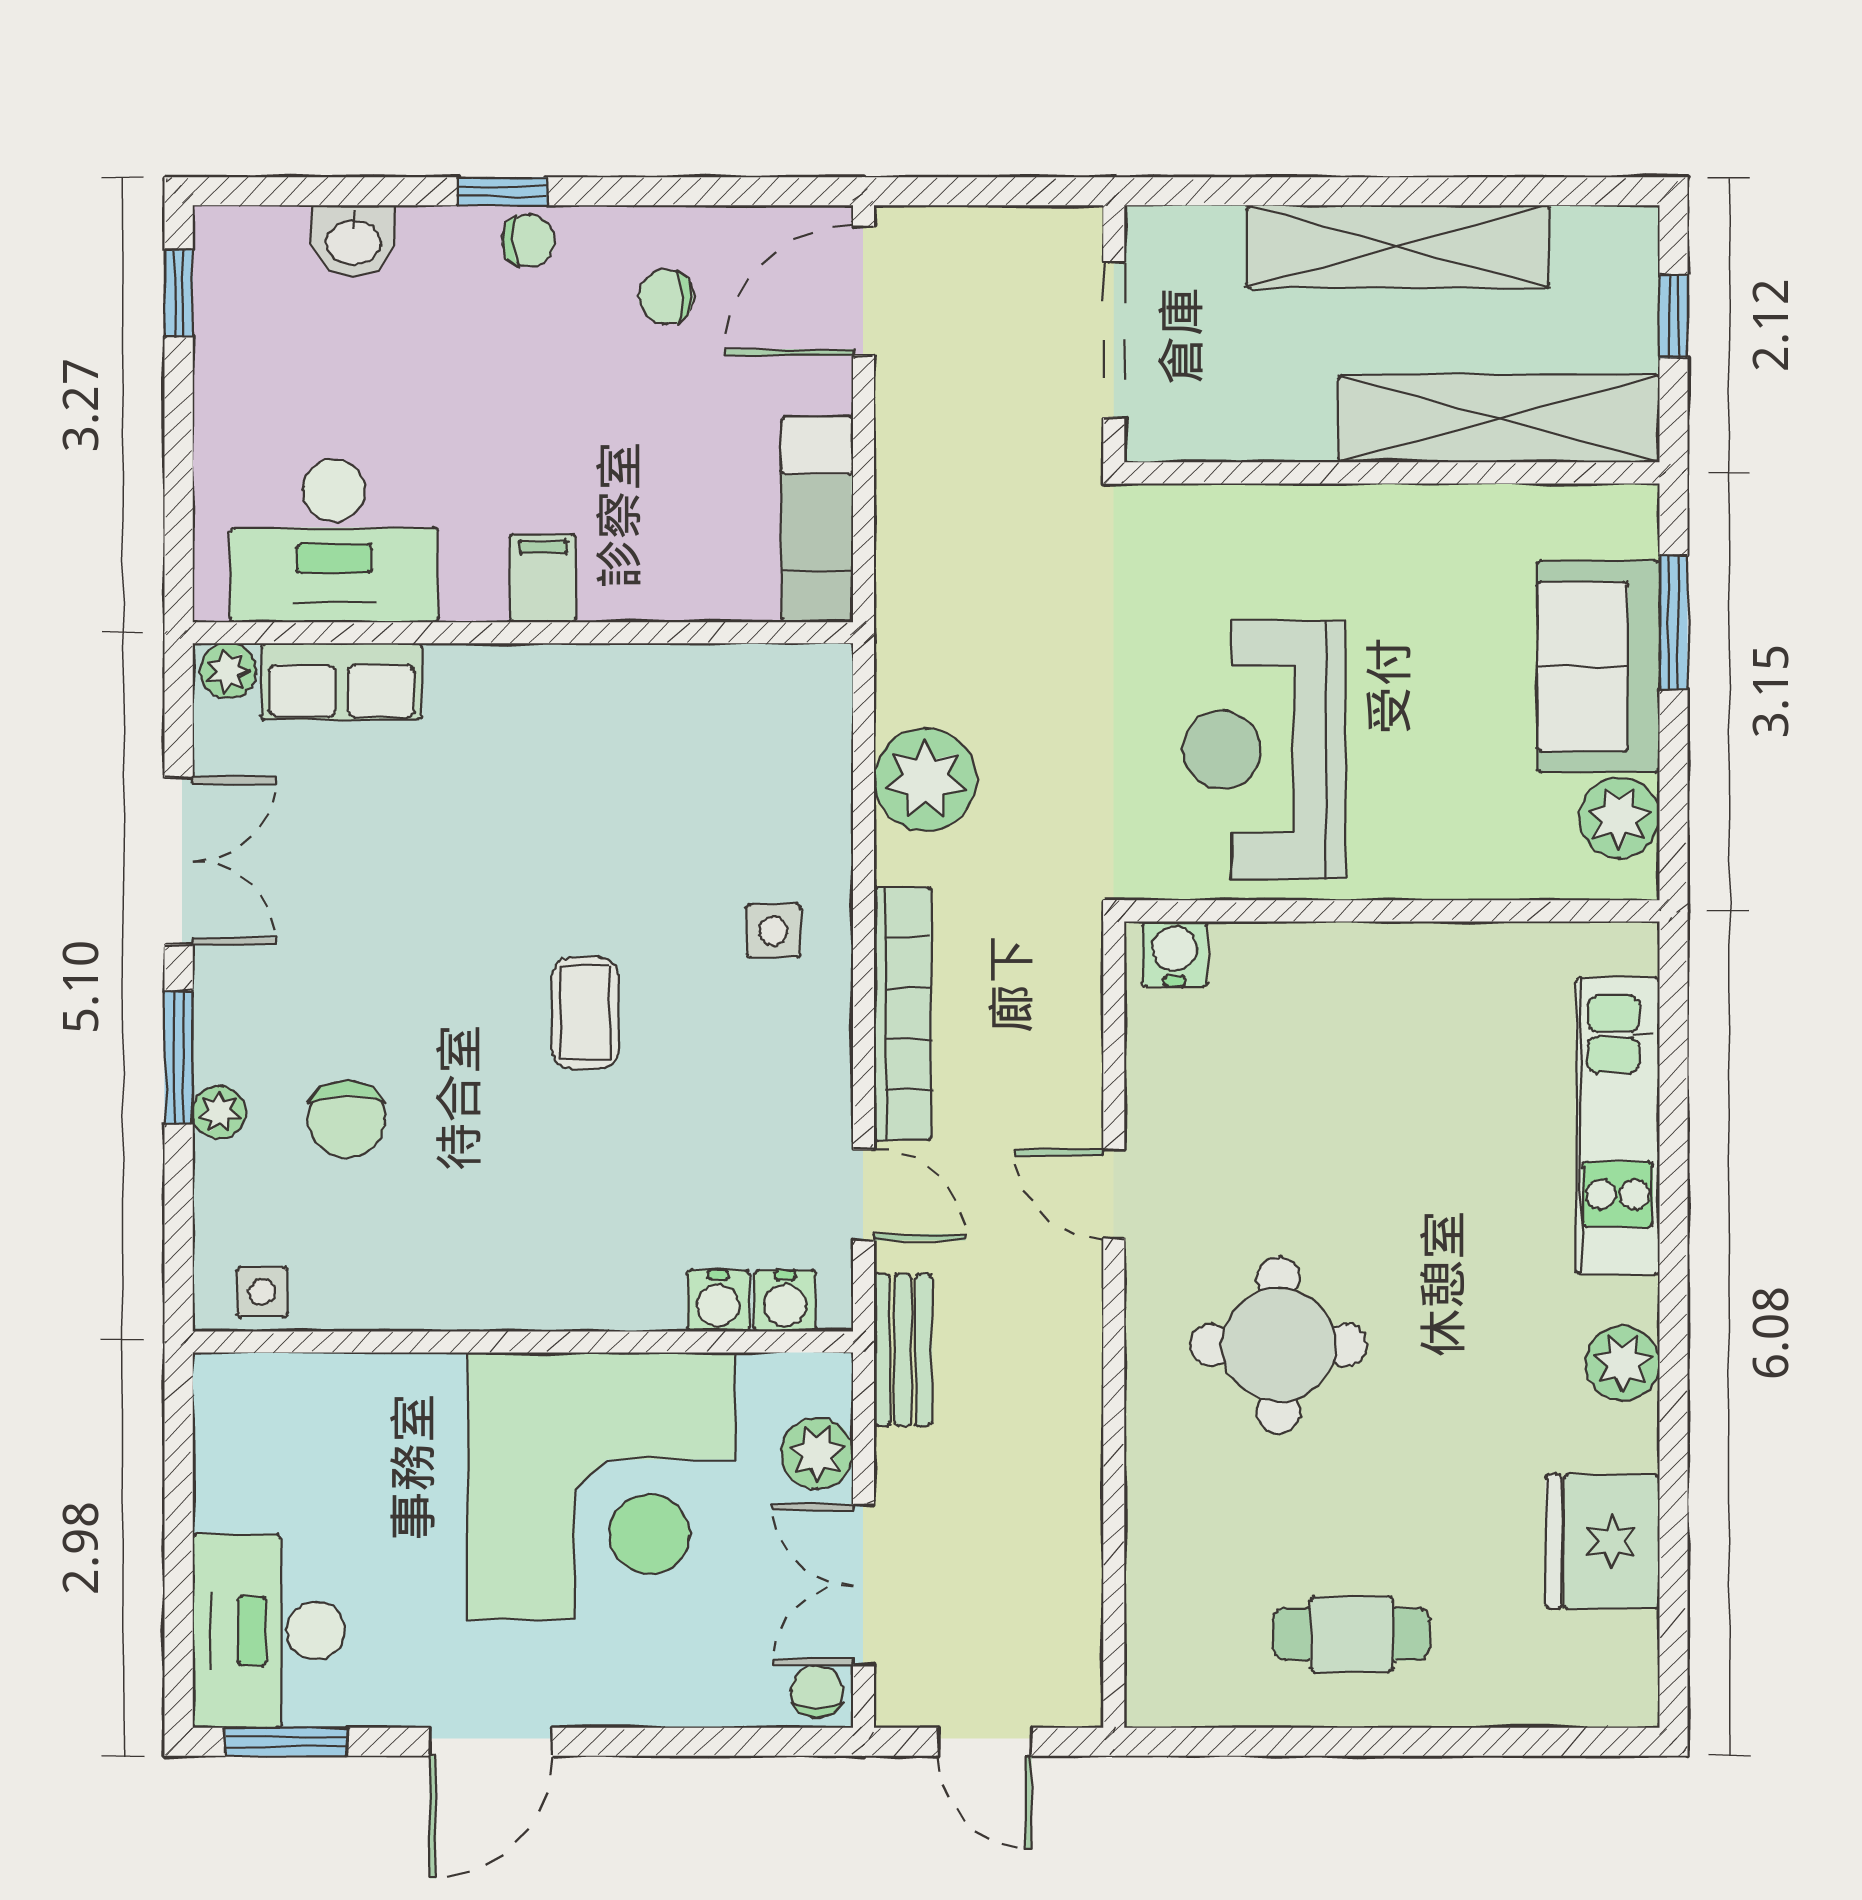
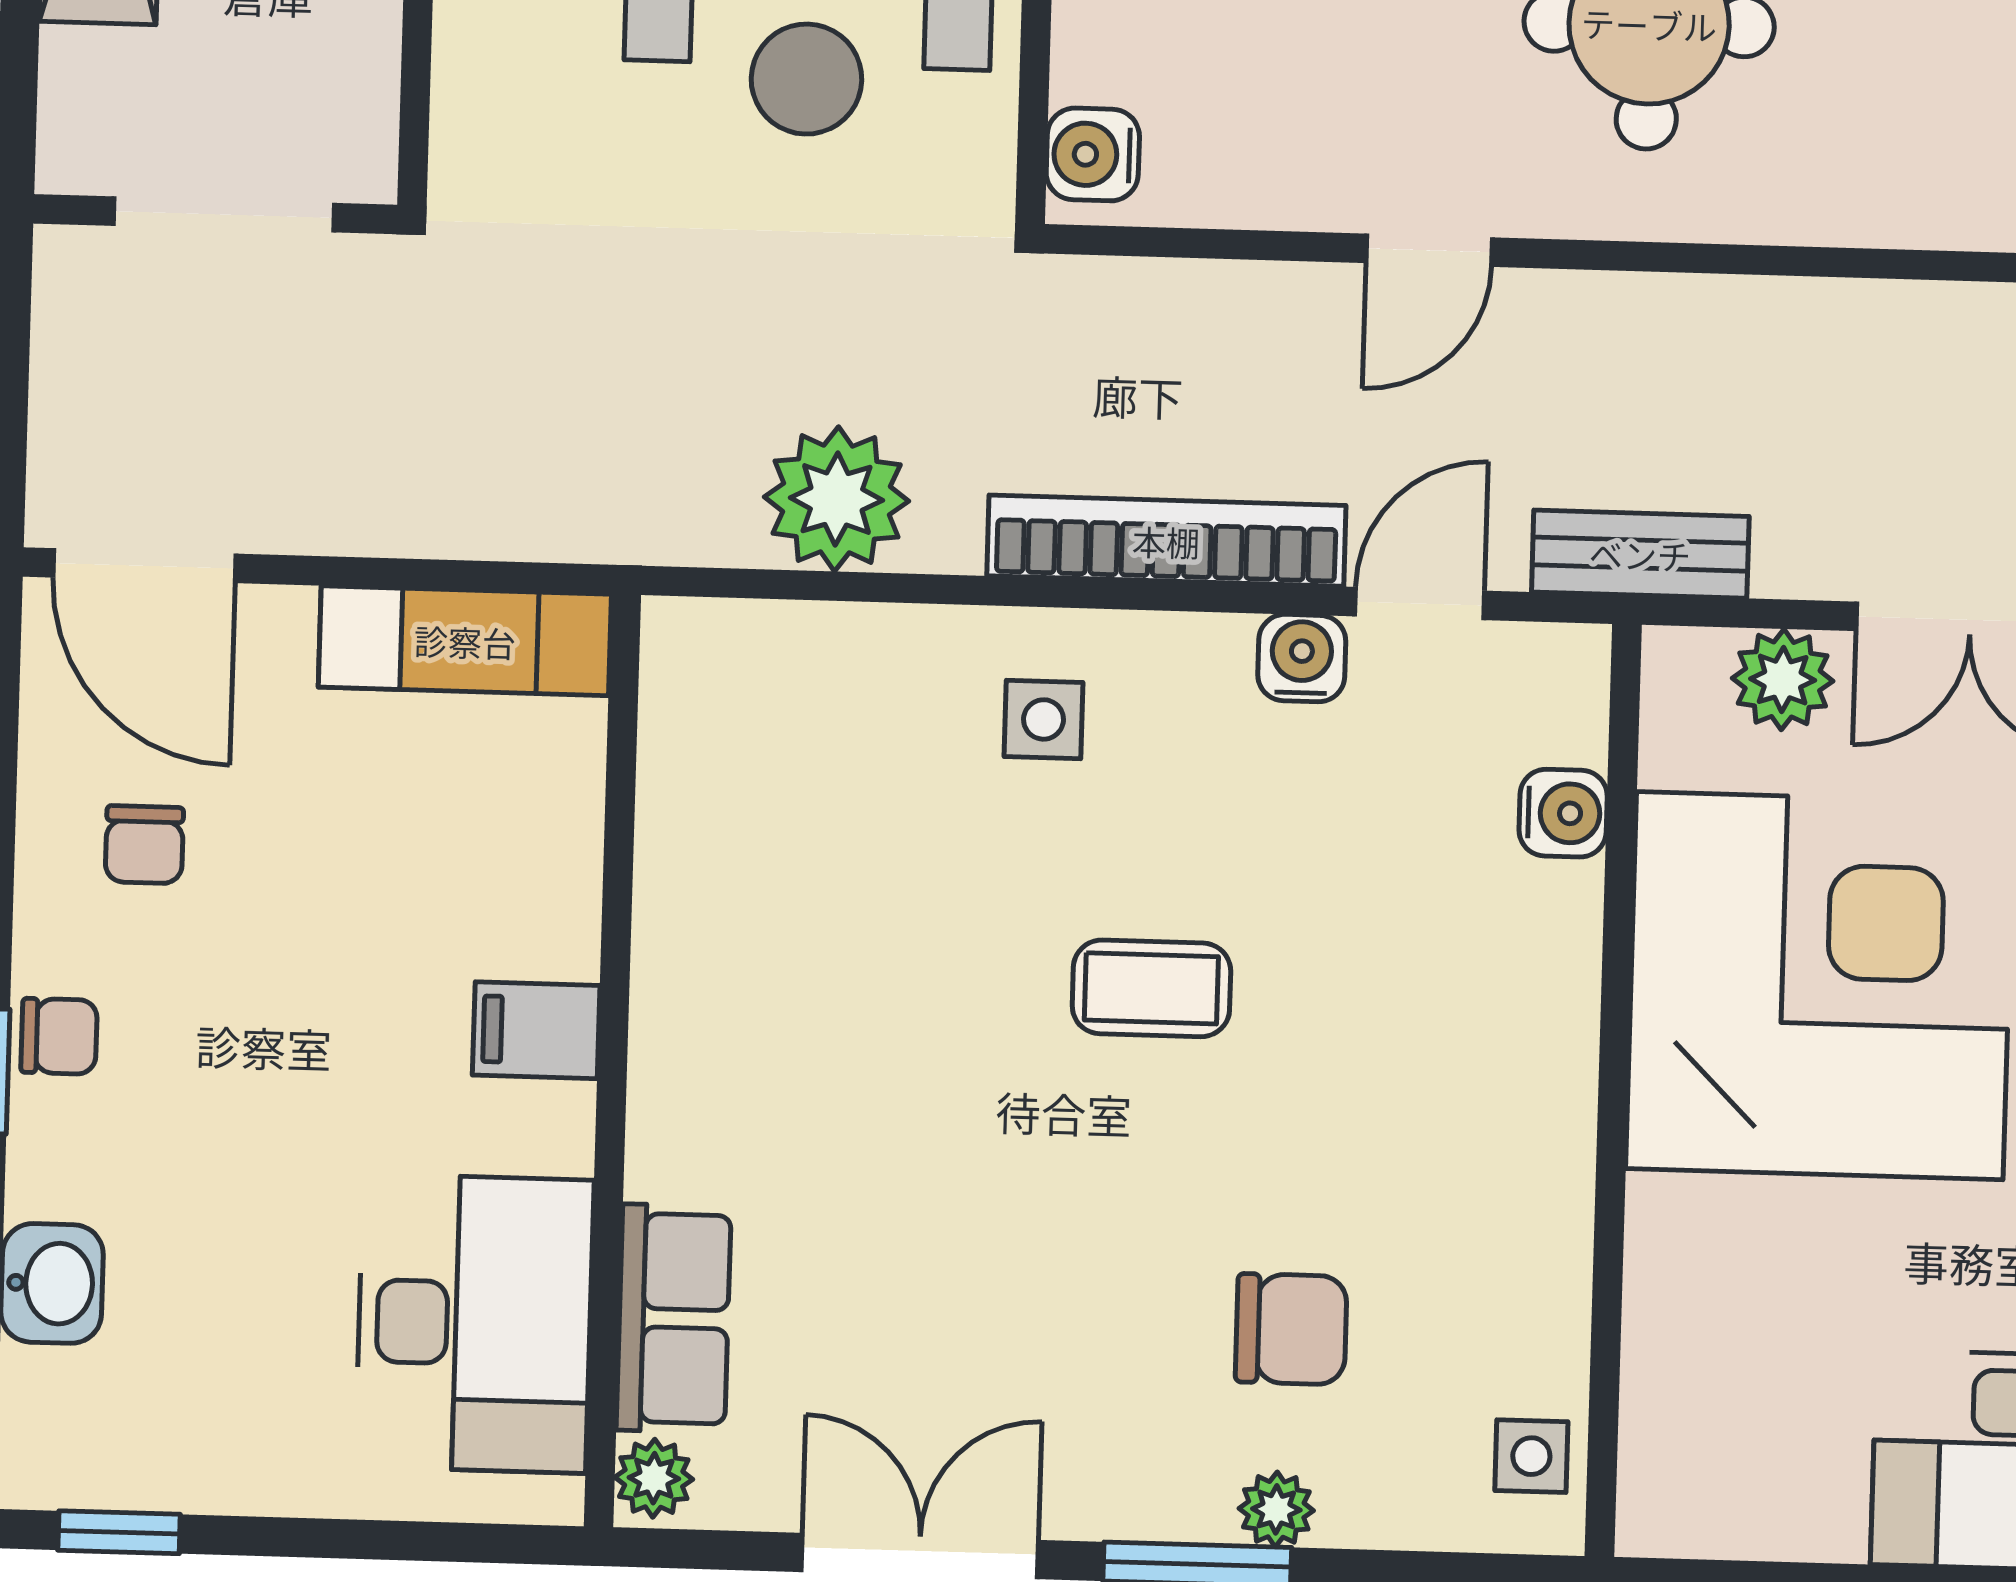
chair: (528, 241) -> (59, 1036), turned 90
water cooler: (785, 1301) -> (1302, 658), moved, turned -90

